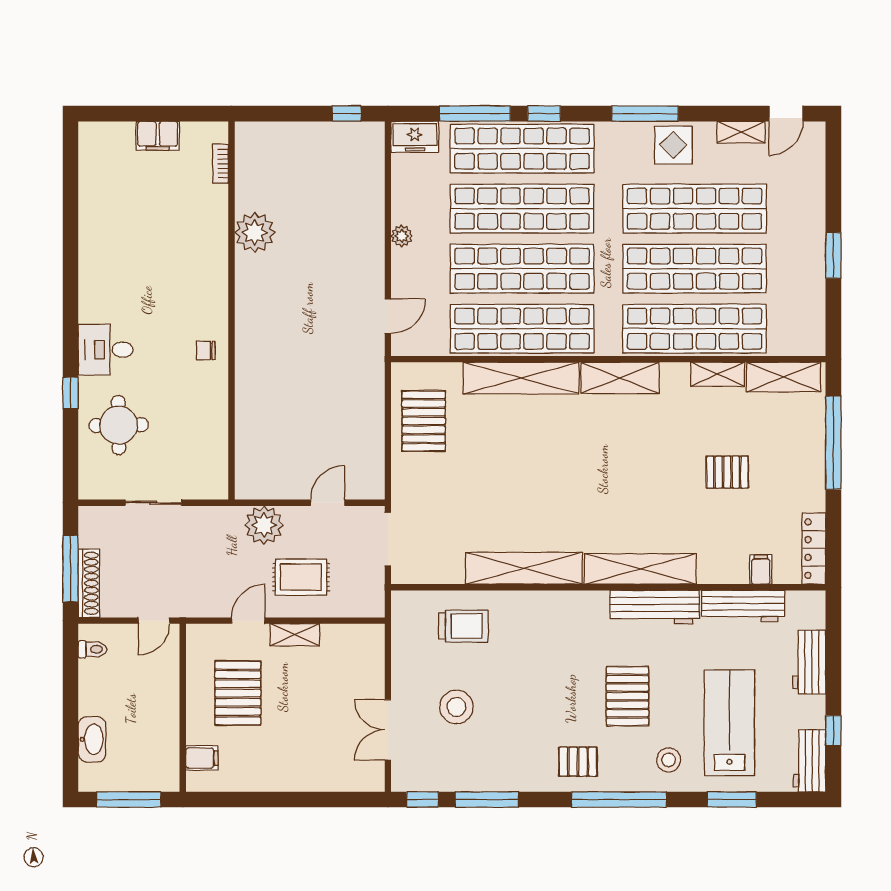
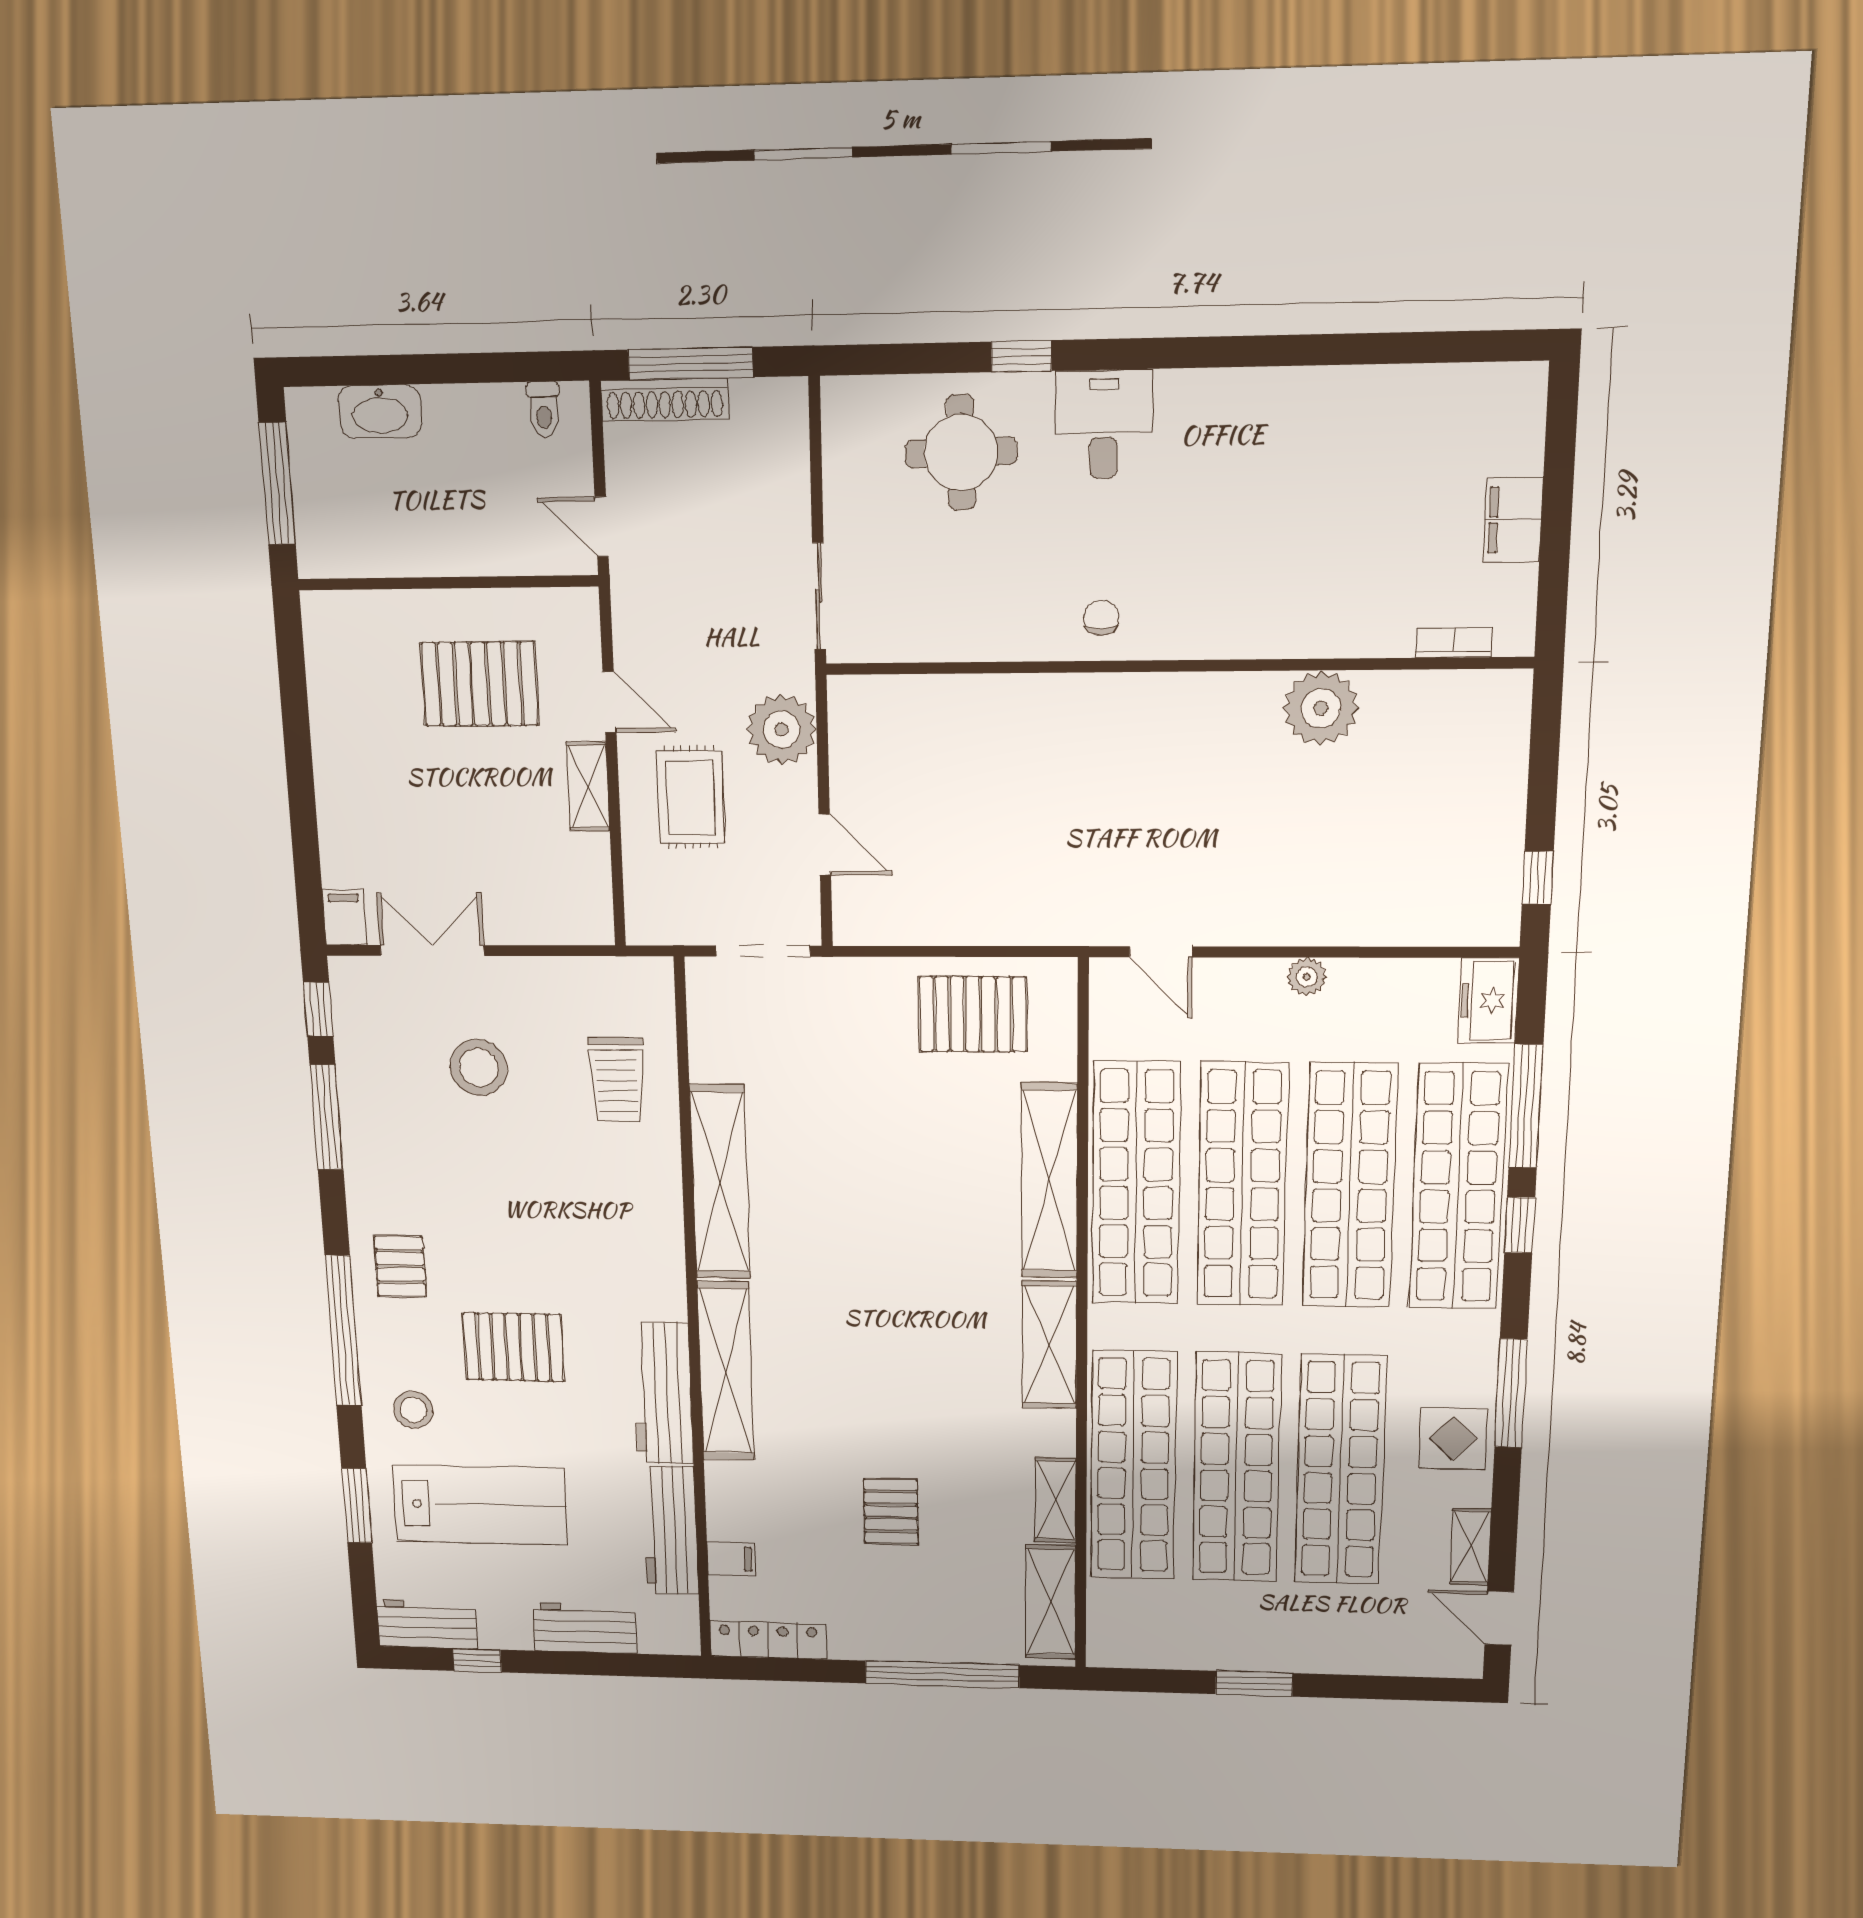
sliding door: (153, 503) -> (819, 596), moved
filing cabinet: (202, 758) -> (345, 917), moved, turned 180

